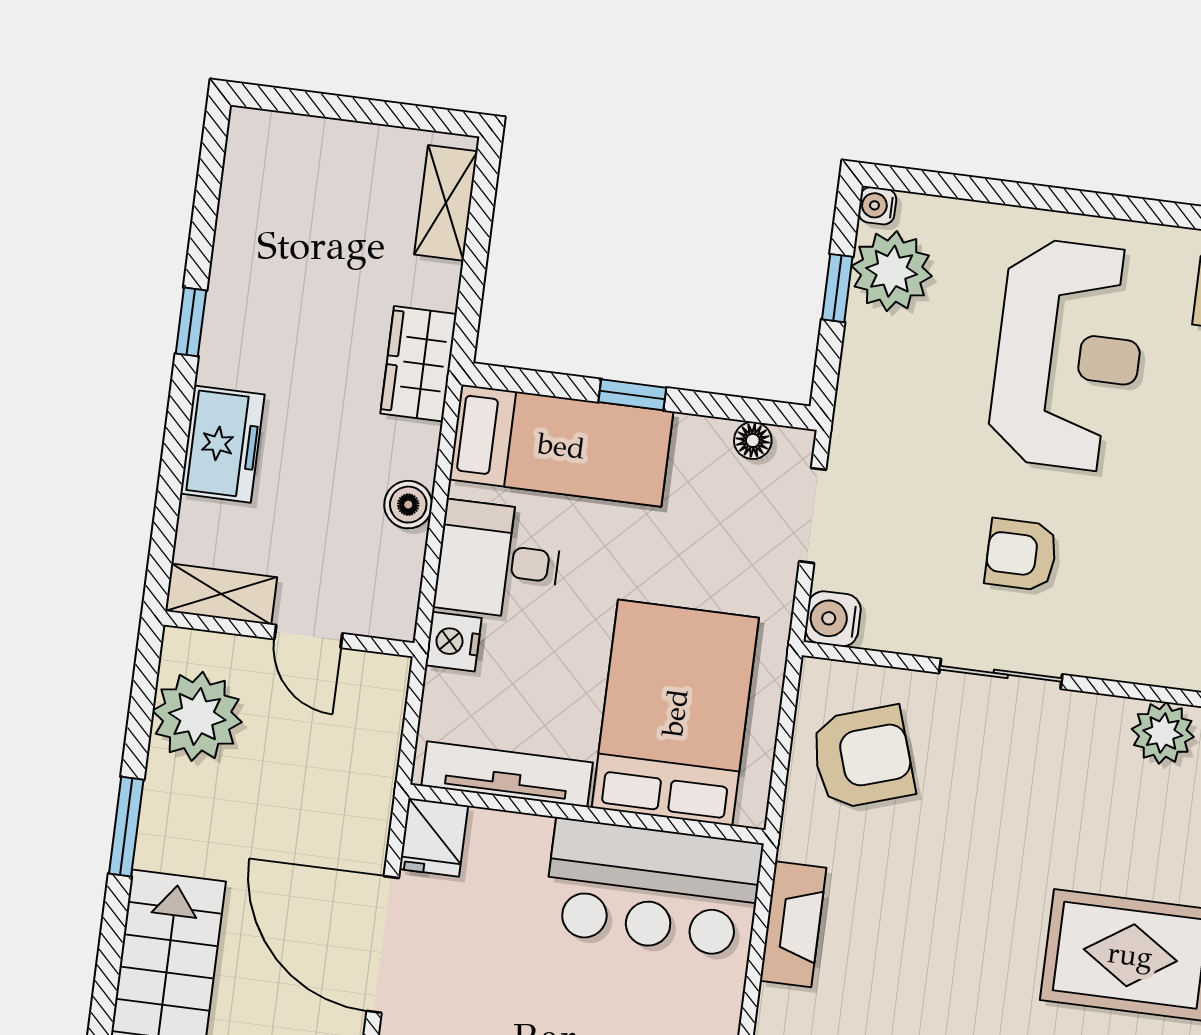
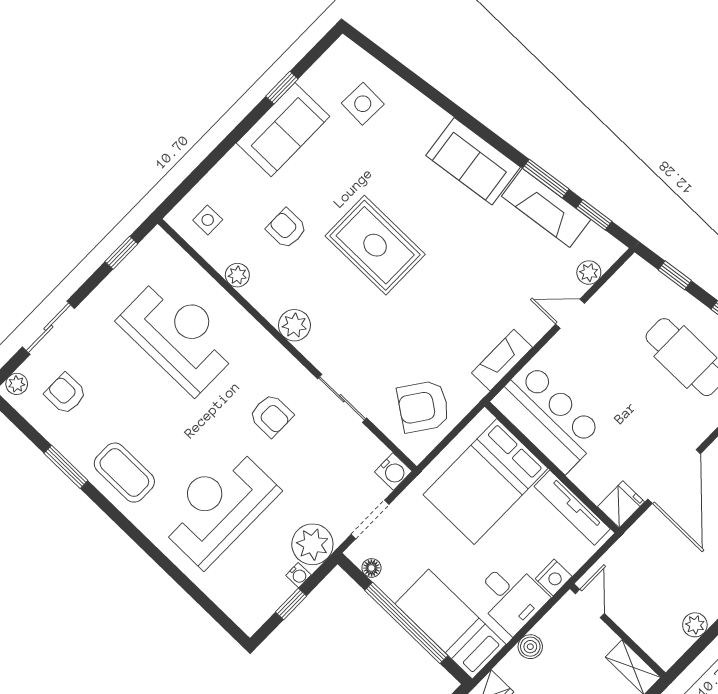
water cooler: (877, 206) -> (298, 575), moved
plant: (892, 271) -> (312, 544), moved
window: (632, 395) -> (406, 623), width x3.17
armchair: (1021, 555) -> (271, 415), moved
door: (308, 636) -> (590, 604), moved
plant: (197, 716) -> (695, 625), width x0.53, depth x0.53
armchair: (863, 757) -> (423, 406), turned -37

